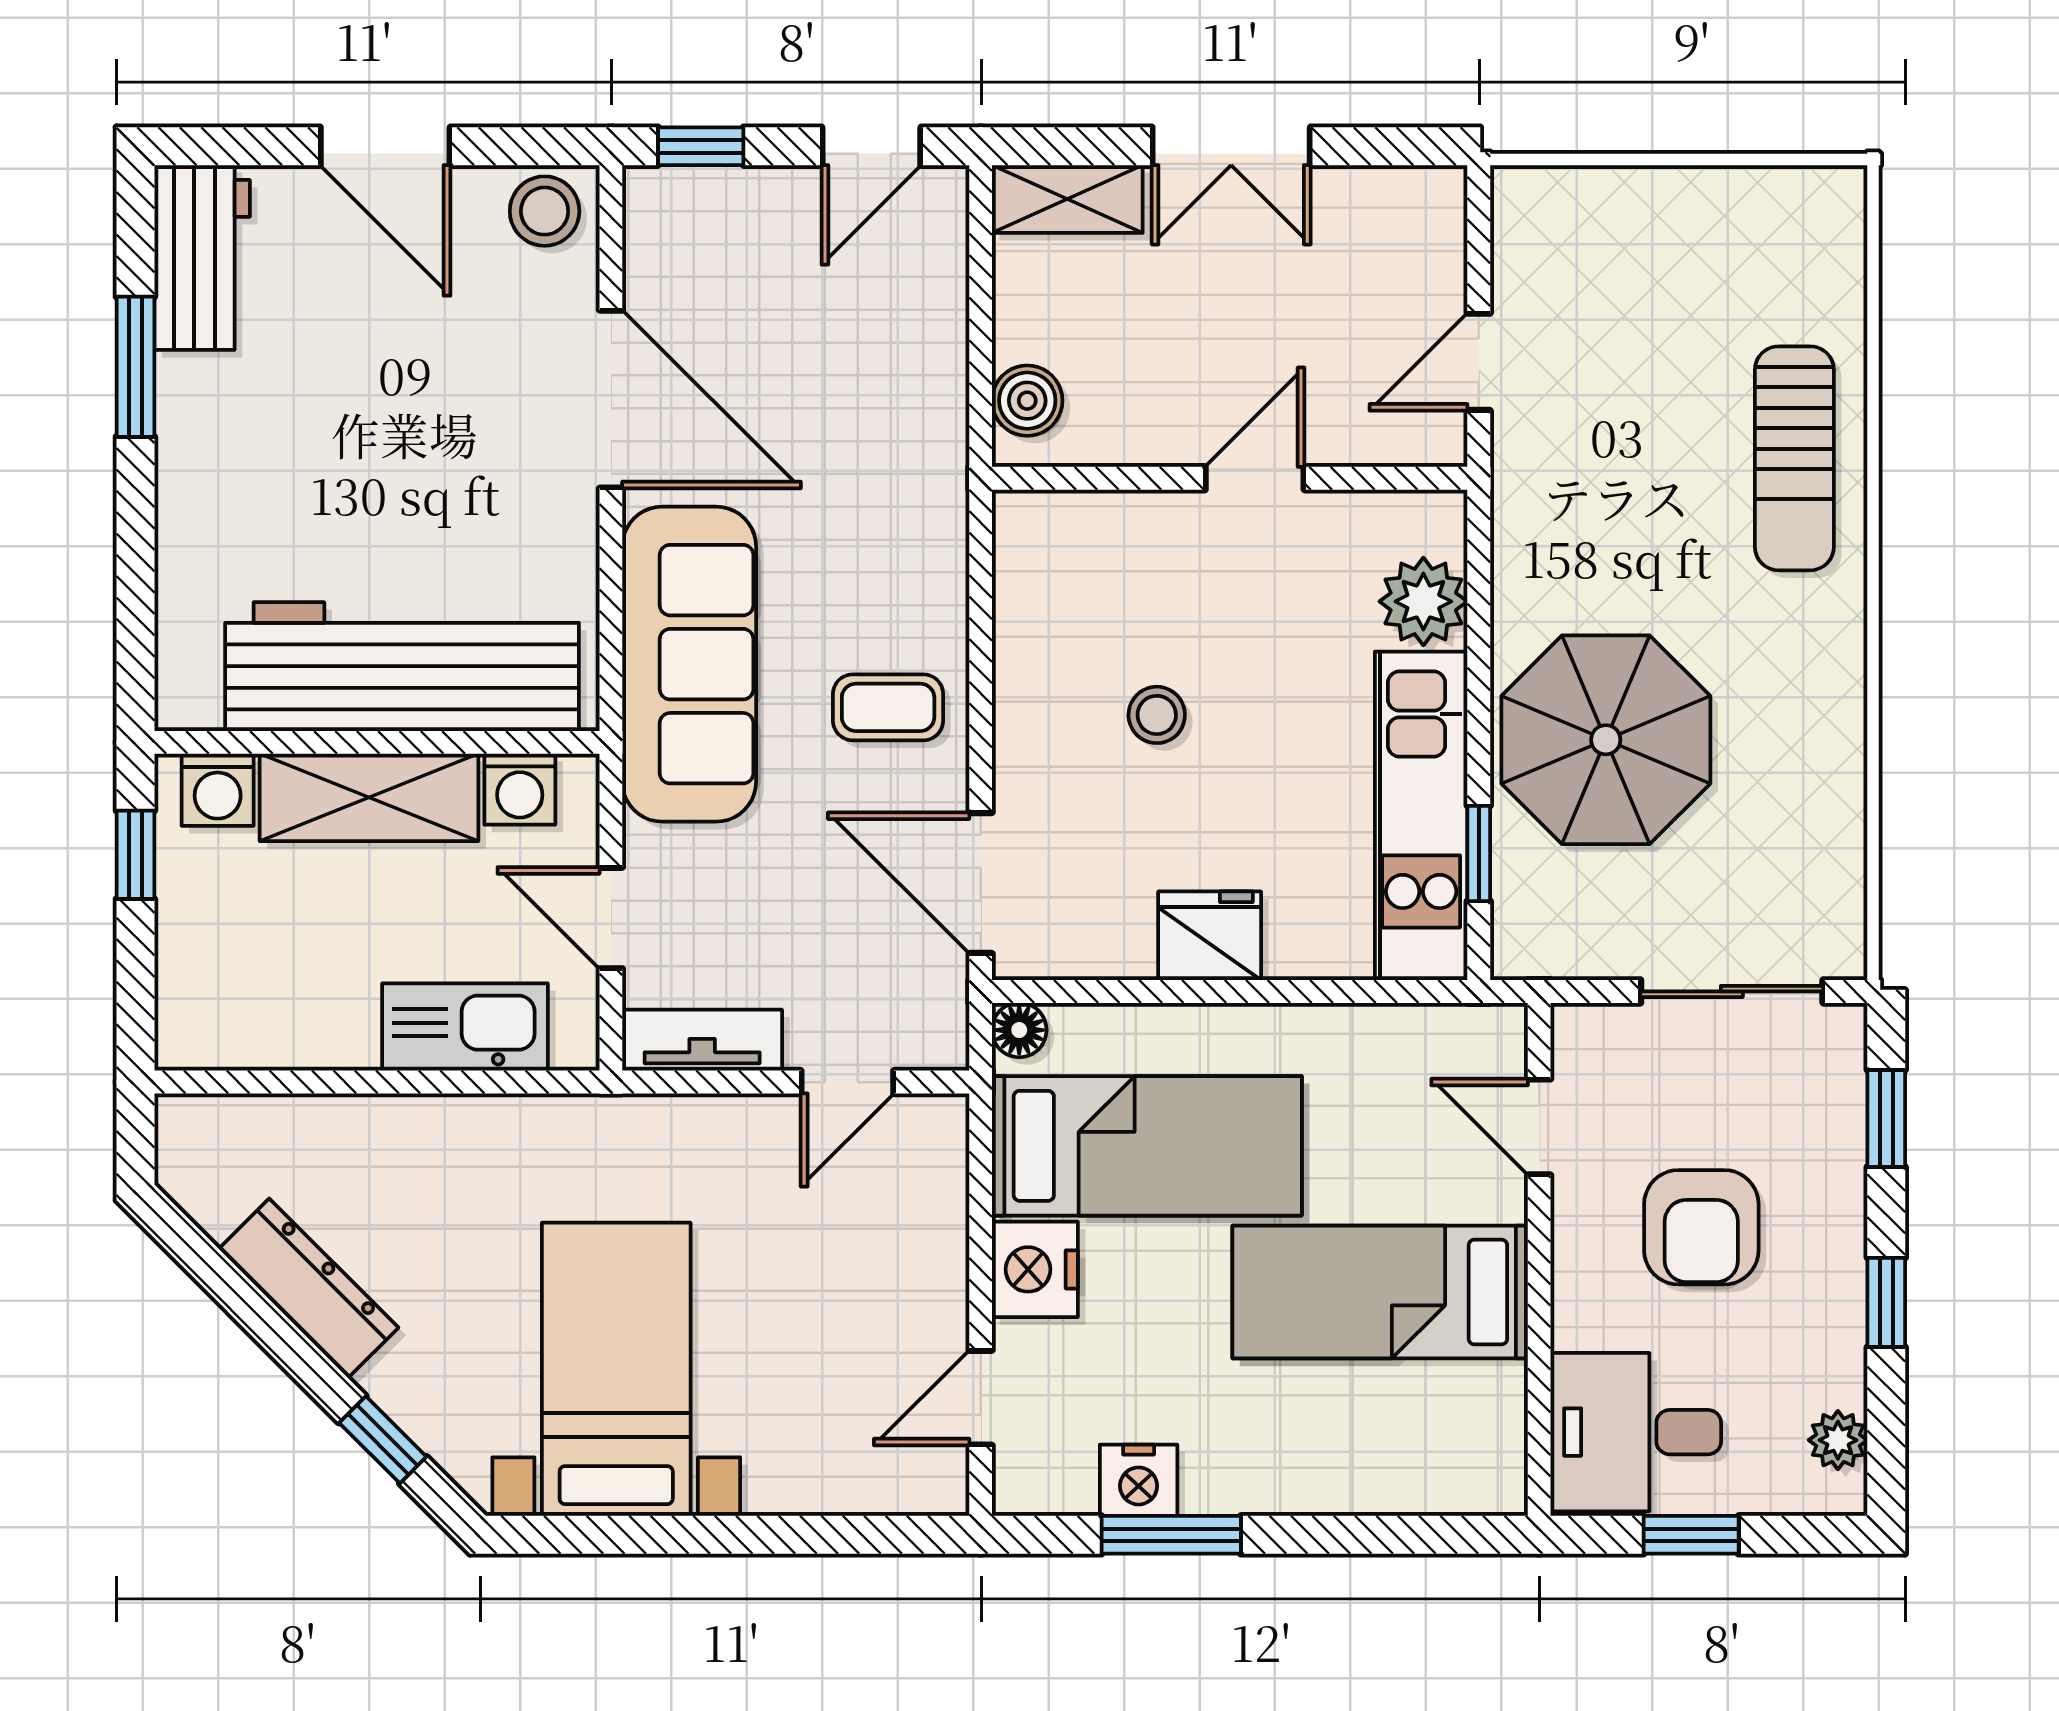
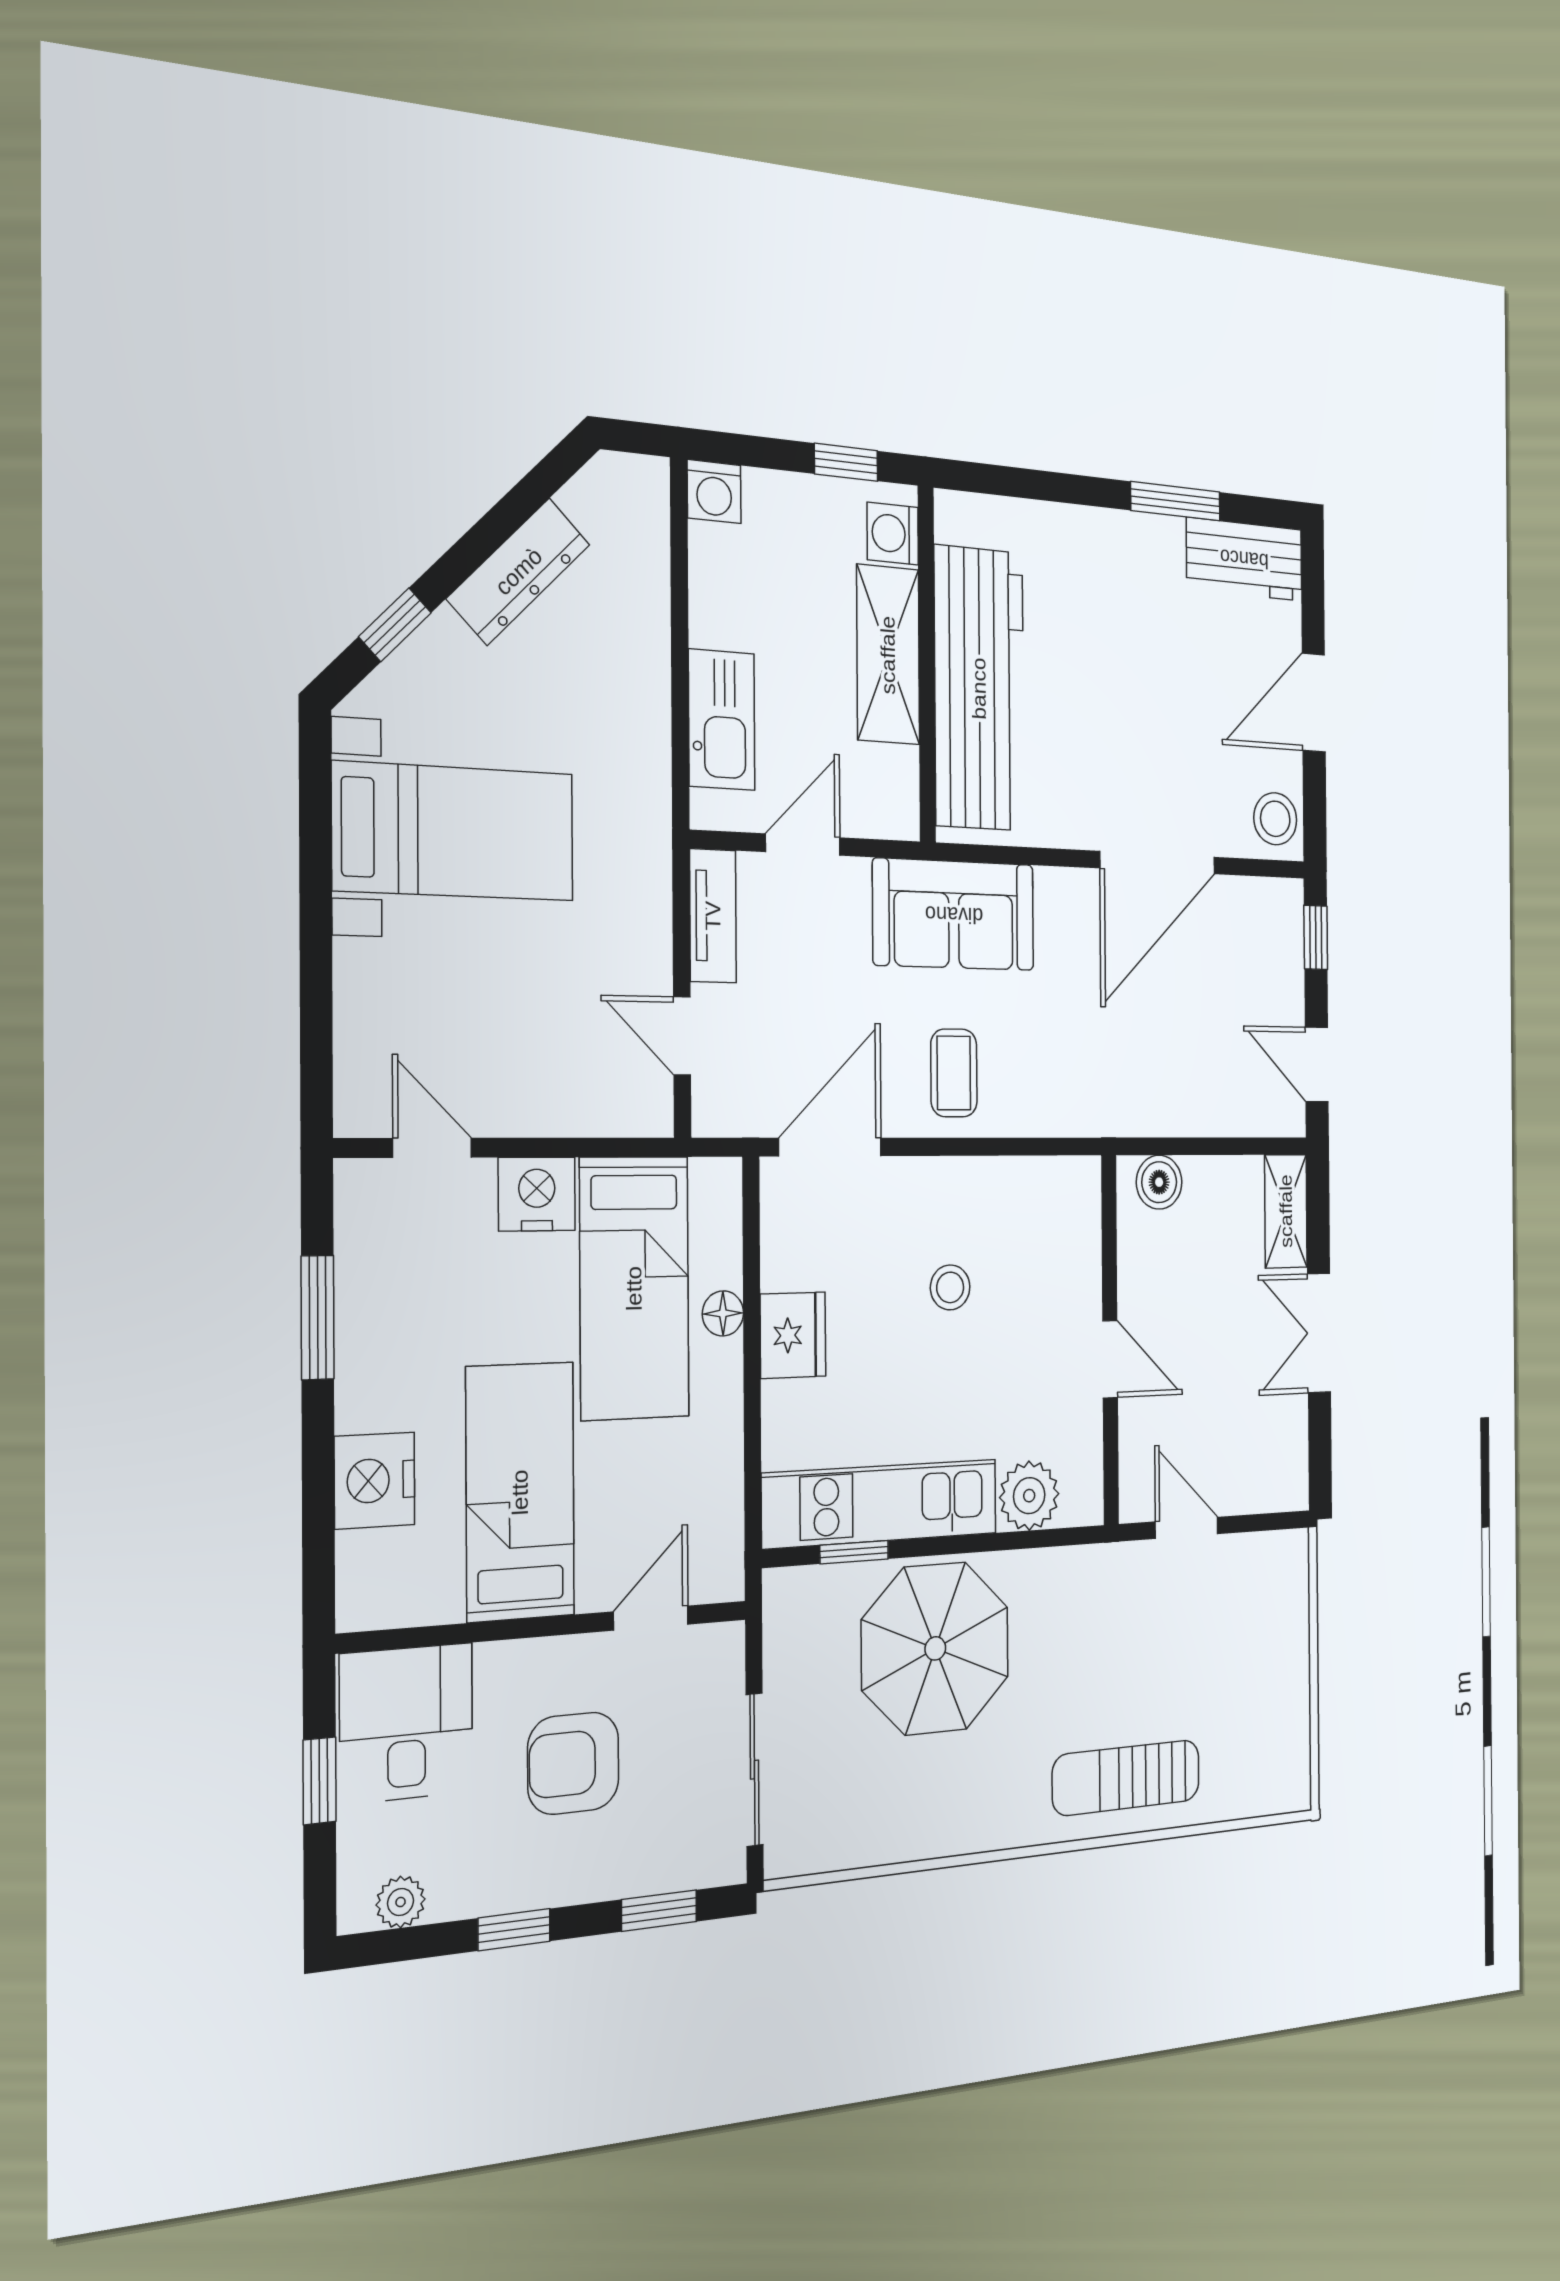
sofa: (689, 664) -> (954, 915), width x0.73
washing machine: (520, 789) -> (714, 492), moved, turned -90
floor lamp: (1019, 1030) -> (723, 1313), moved
nightstand: (1139, 1480) -> (375, 1481), moved, width x1.36, depth x1.33

